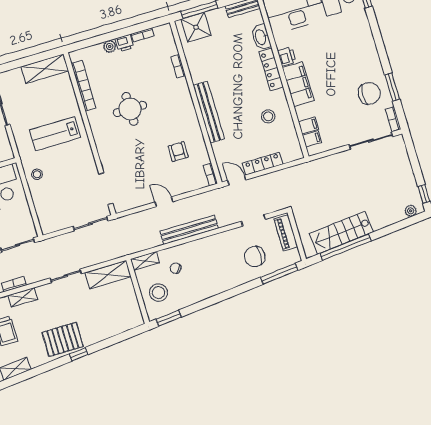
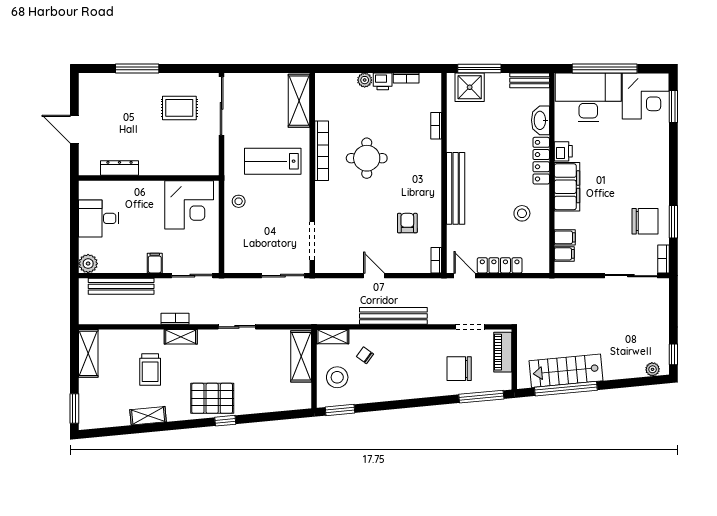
shelving: (45, 69) -> (299, 101), moved, turned 90
bookcase: (84, 86) -> (322, 151), moved
shelving: (108, 275) -> (301, 356), moved, turned 90

